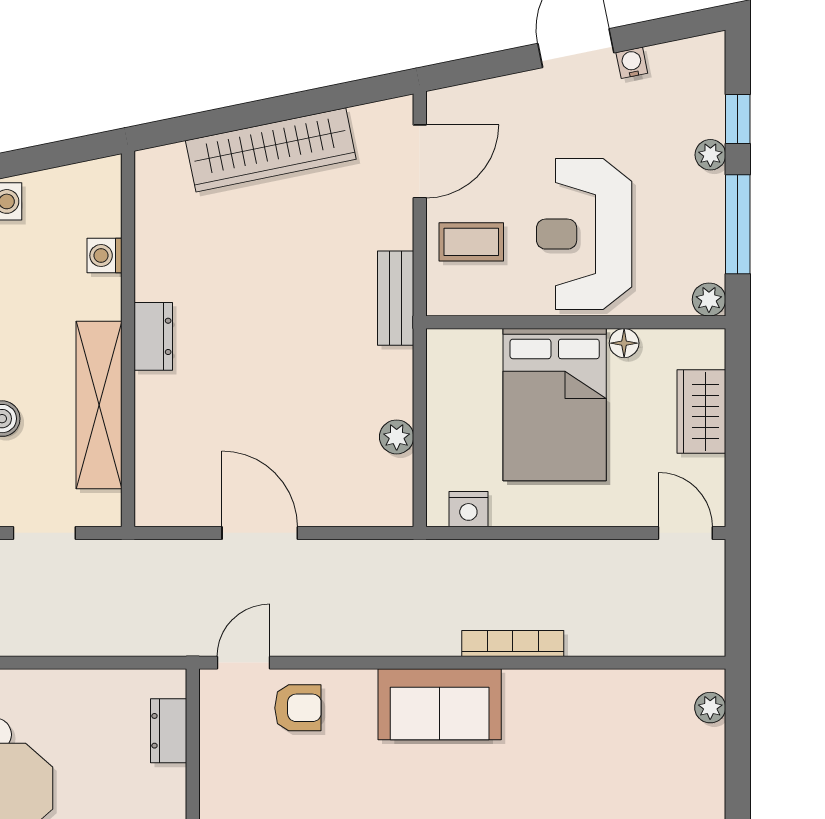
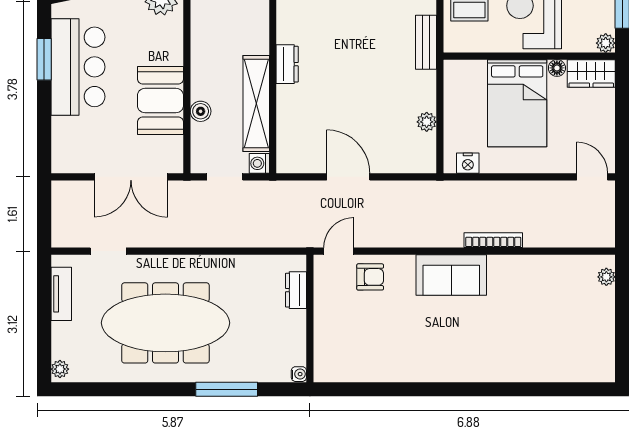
washing machine: (105, 256) -> (259, 163), moved
wardrobe: (701, 412) -> (591, 73), moved, turned -90

